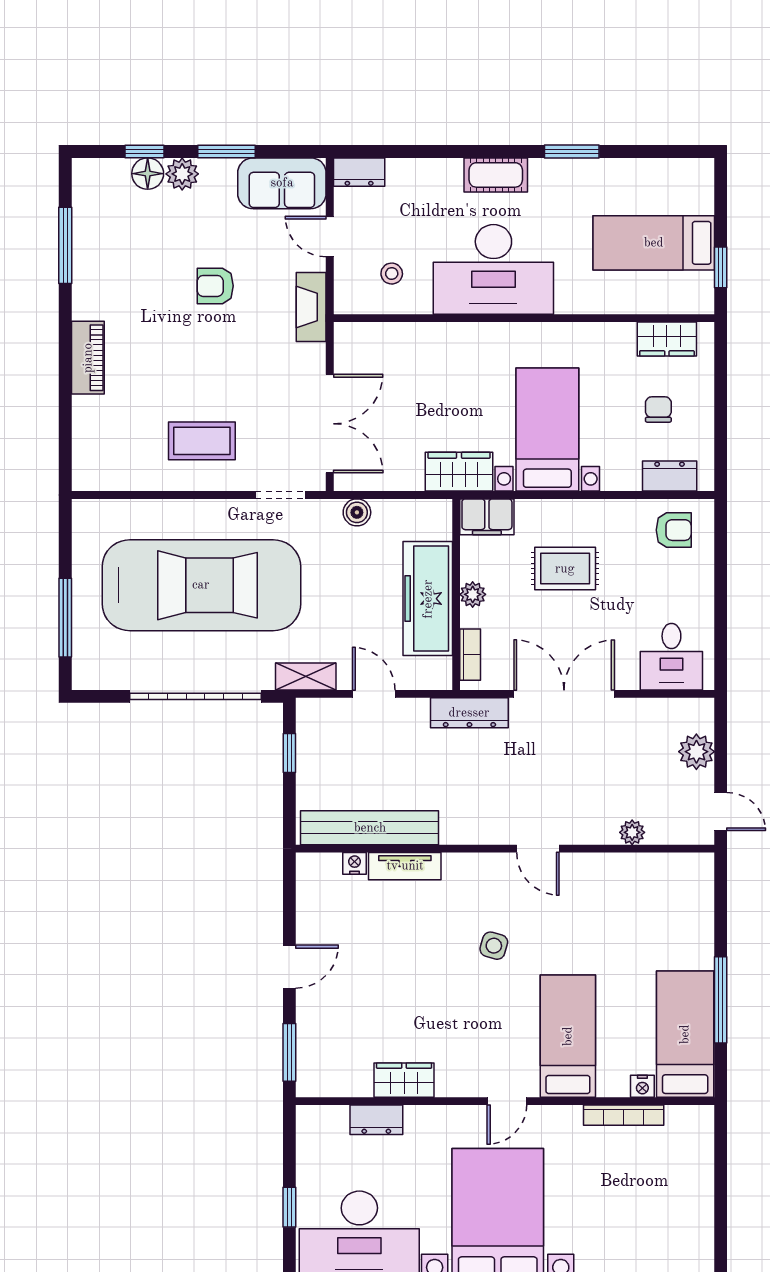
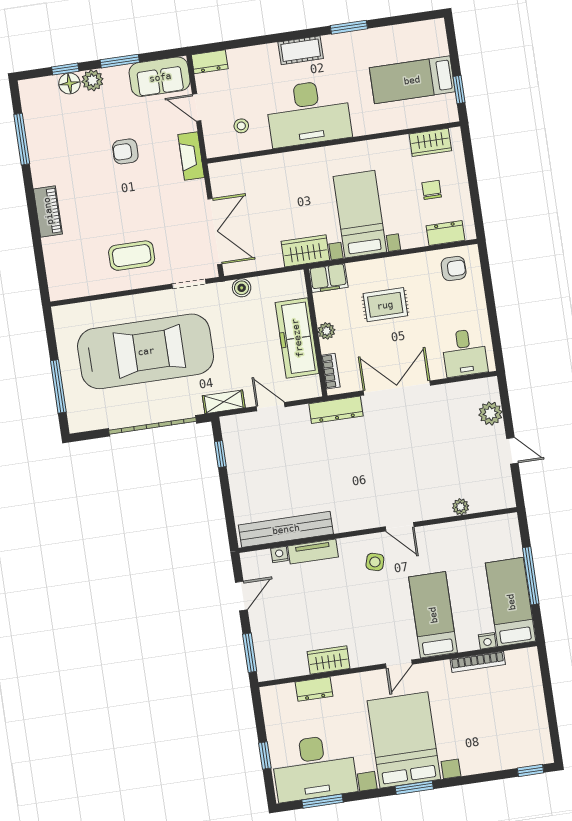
bench: (370, 828) -> (286, 529), moved
plant: (632, 832) -> (461, 507), moved
wall: (505, 849) -> (378, 530), moved
door: (538, 849) -> (400, 527), moved
nightstand: (355, 863) -> (279, 555), moved
tv unit: (405, 866) -> (313, 551), moved

